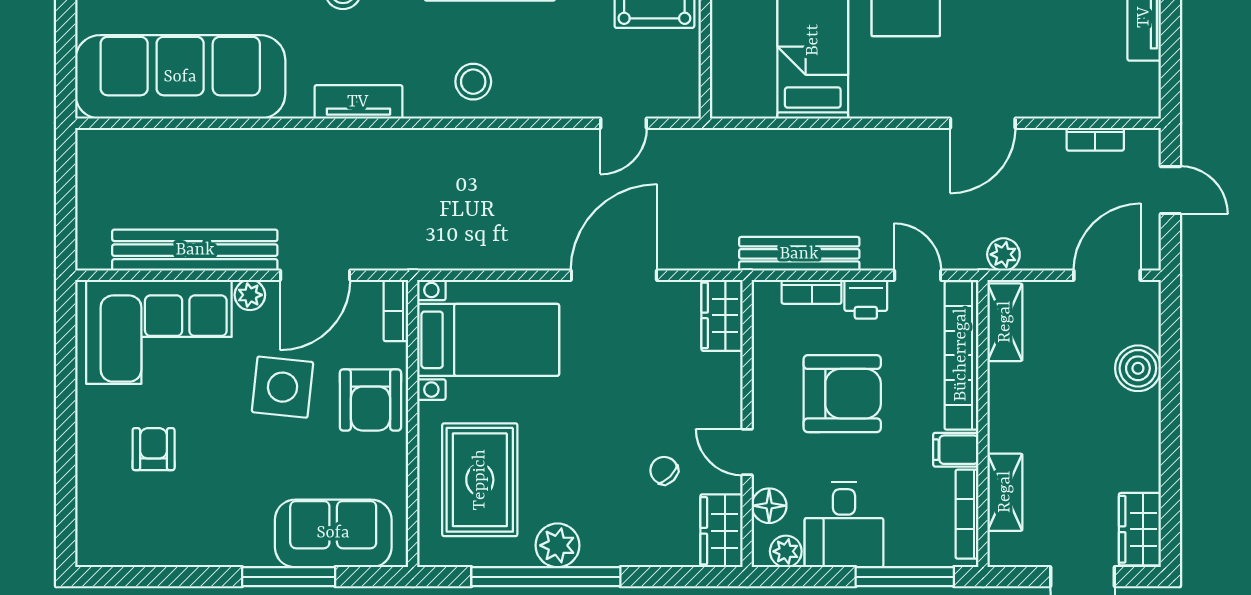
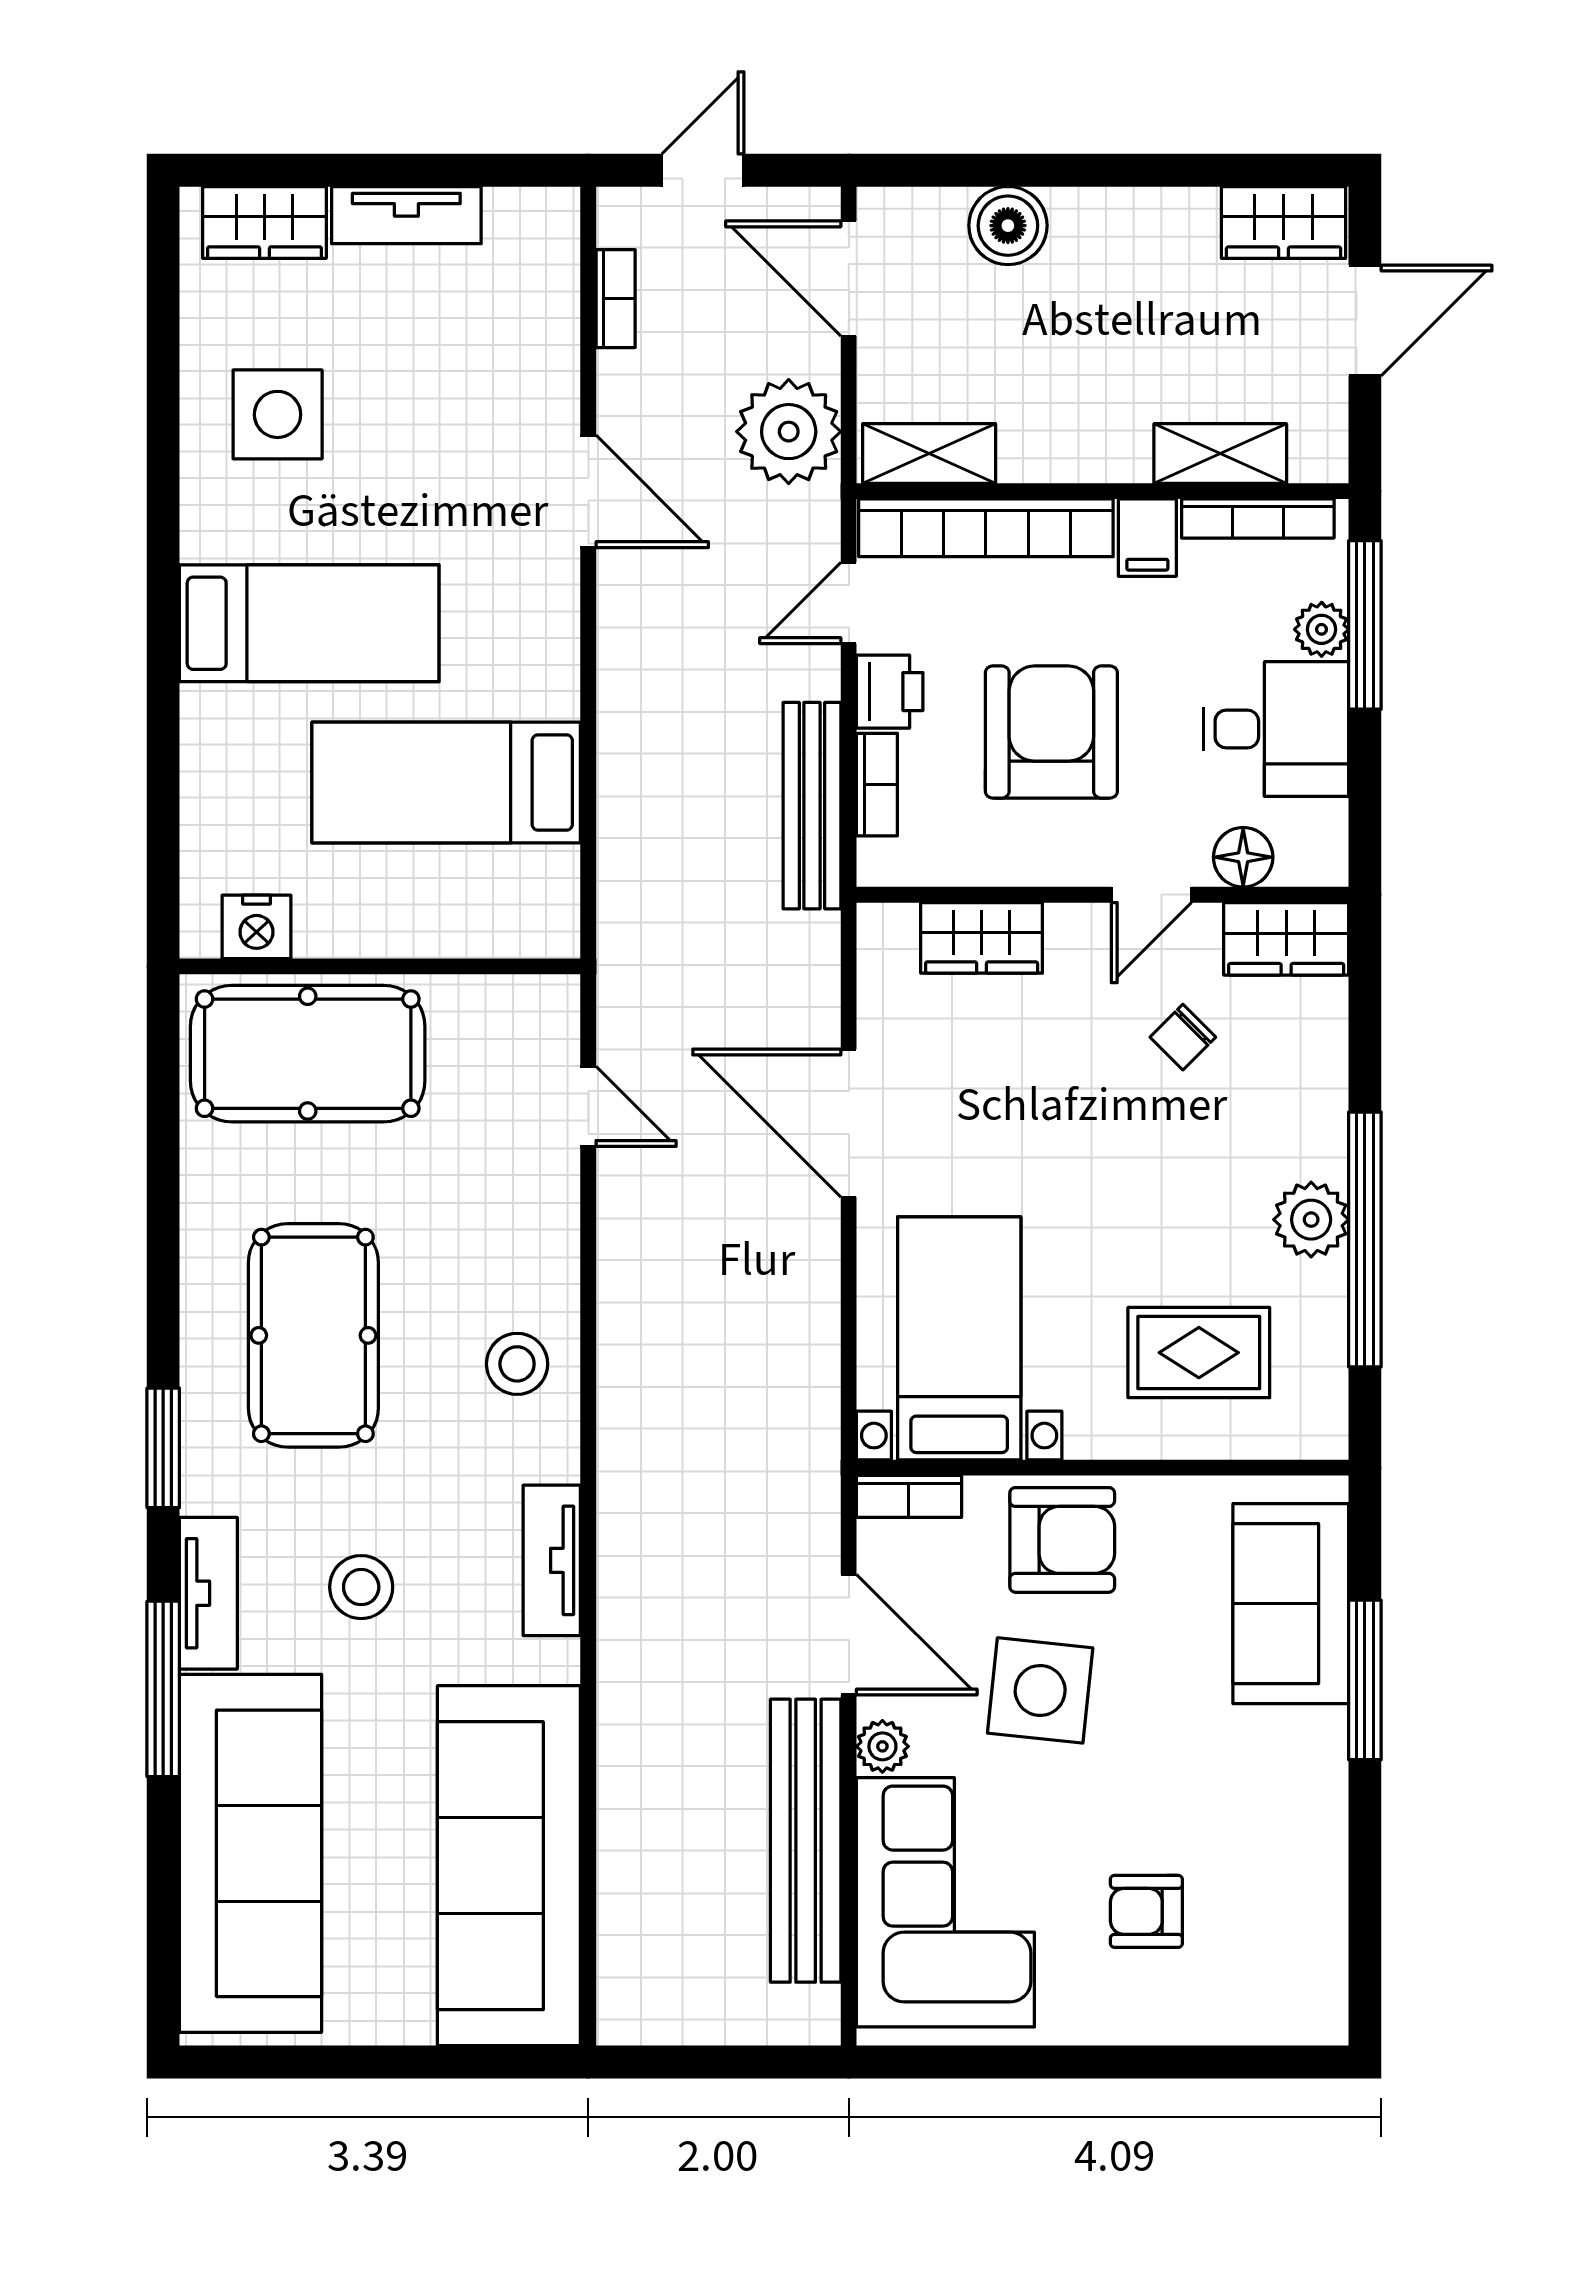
plant: (1003, 254) -> (789, 432), width x1.88, depth x1.88
wardrobe: (722, 315) -> (982, 938), moved
rug: (480, 480) -> (1199, 1353), width x0.73, depth x0.70
plant: (786, 551) -> (1322, 629), moved

